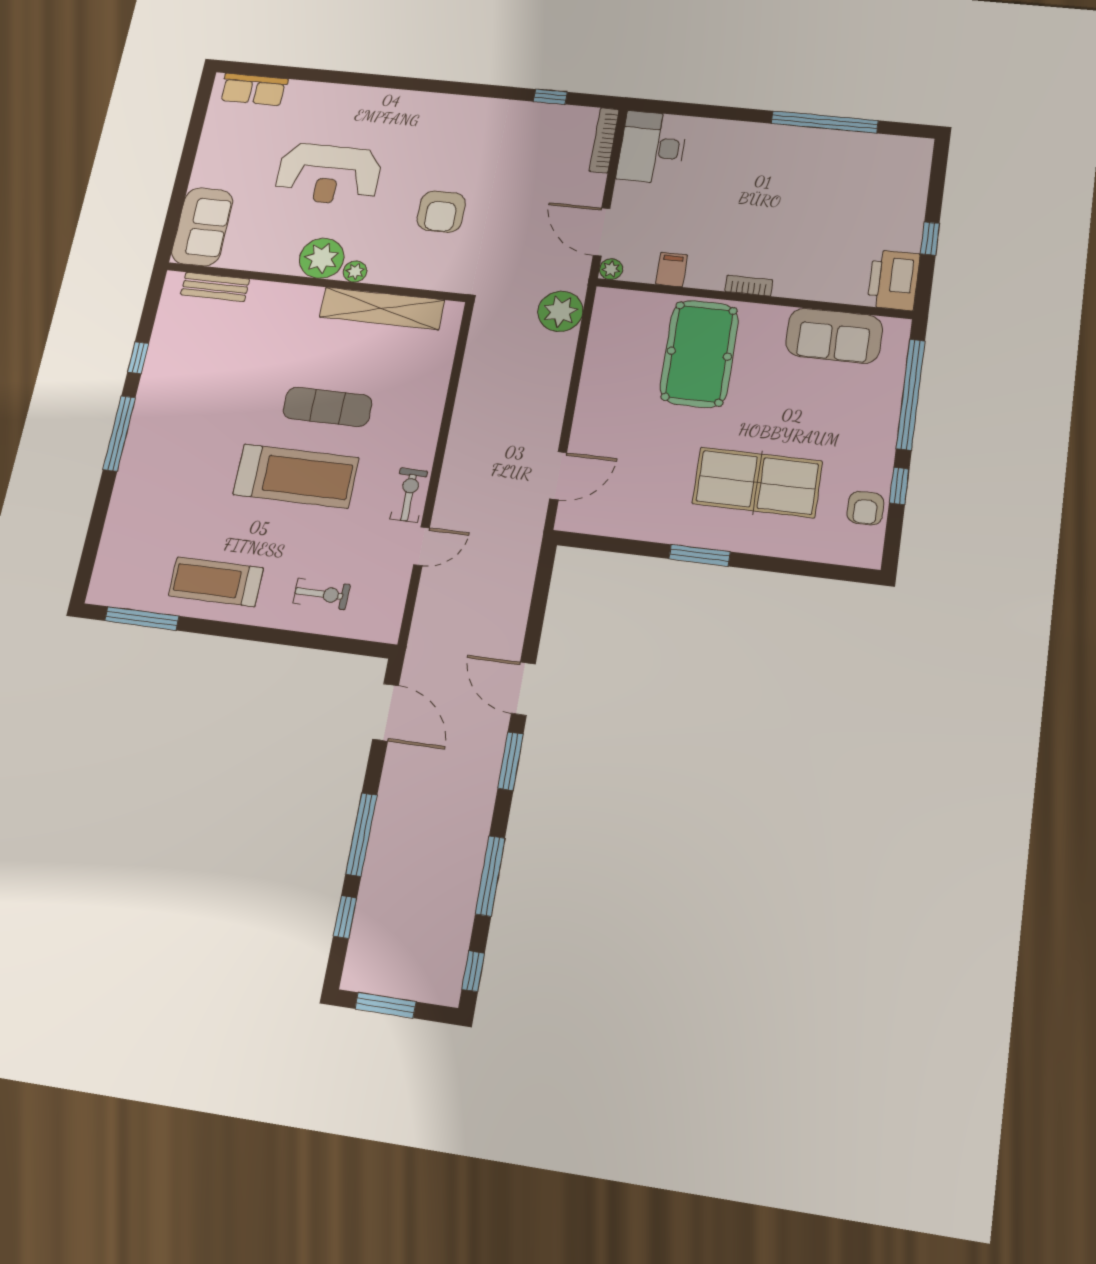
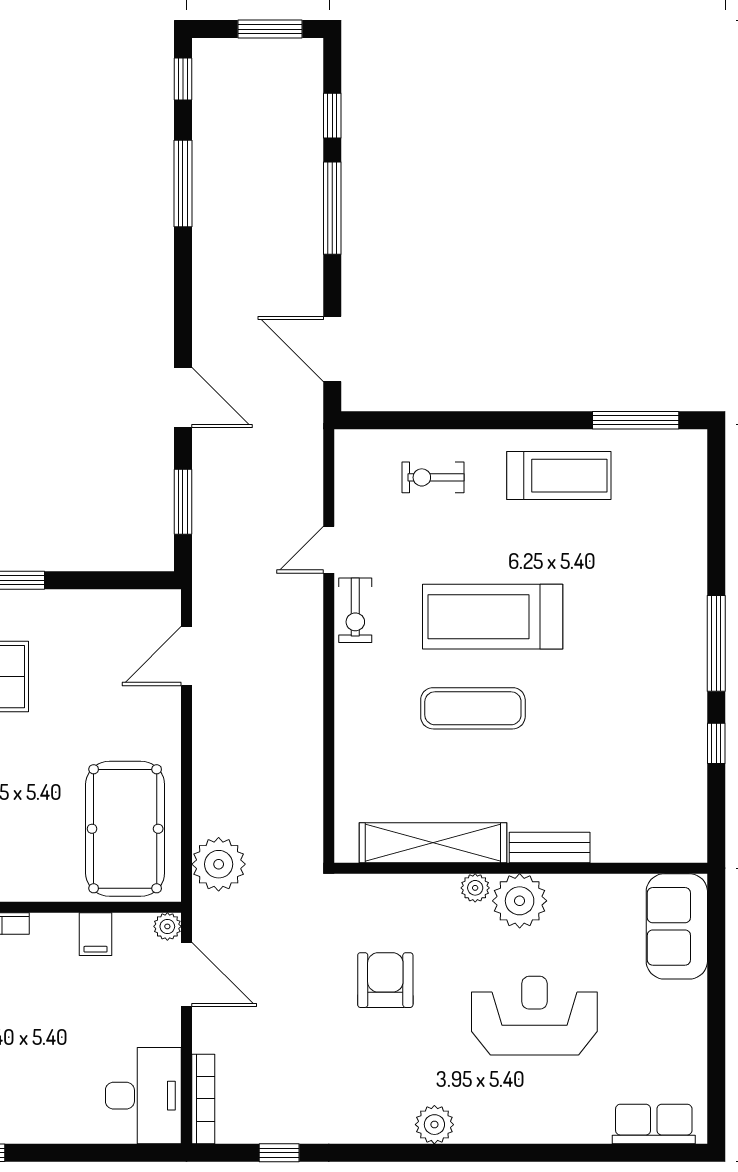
plant: (424, 105) -> (434, 1125), added
bench: (215, 287) -> (550, 848), moved
pool table: (699, 354) -> (125, 829), moved
window: (511, 761) -> (183, 502), moved

